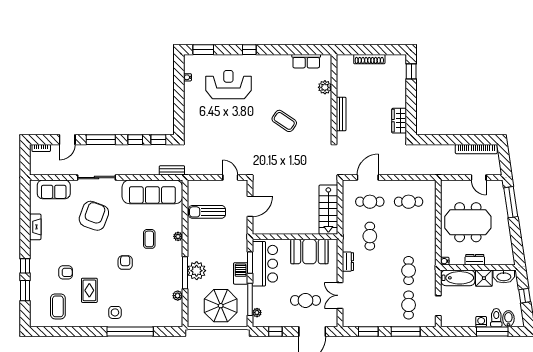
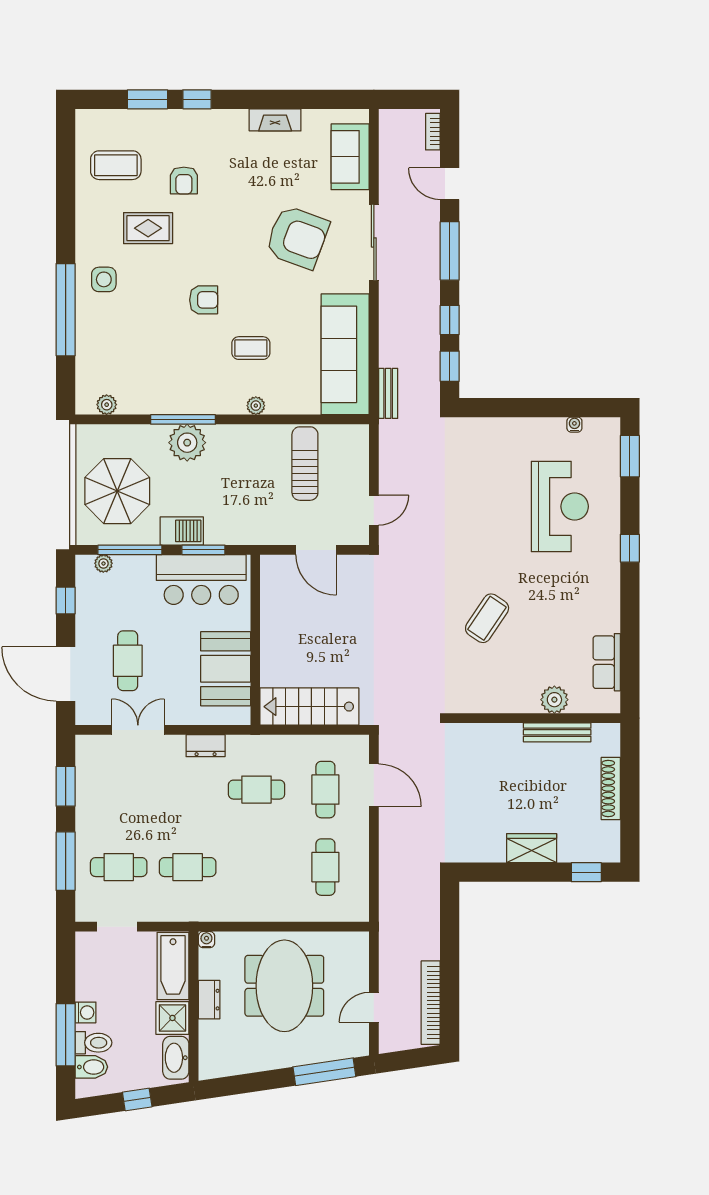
bench: (341, 114) -> (557, 732), moved
wardrobe: (399, 121) -> (532, 848), moved
plant: (178, 296) -> (107, 405), moved

